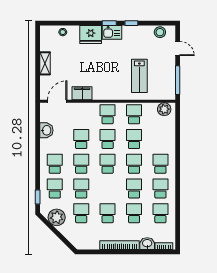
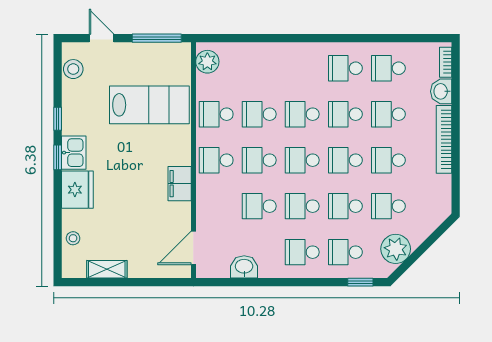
door: (178, 48) -> (102, 38), hinge flipped
shelving: (45, 63) -> (107, 269), moved
lab bench: (139, 76) -> (149, 105), width x1.36, depth x1.39
filing cabinet: (82, 93) -> (180, 184), moved
door: (57, 101) -> (193, 248), hinge flipped
school desk: (160, 164) -> (345, 160), moved

